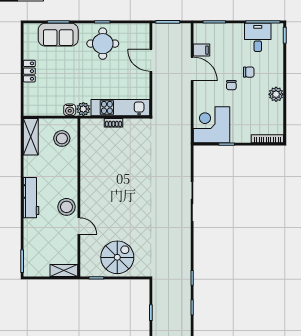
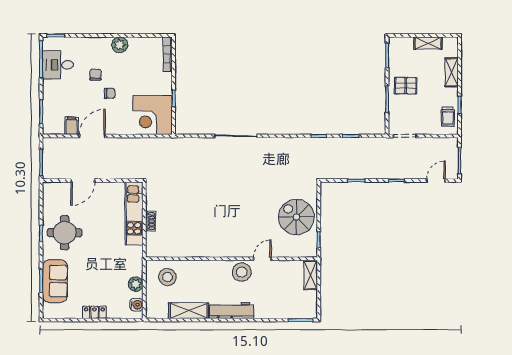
plant: (83, 109) -> (136, 284), moved
water cooler: (70, 110) -> (137, 305), moved
shelving: (31, 137) -> (188, 311), moved

